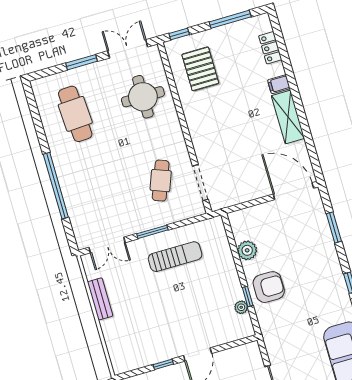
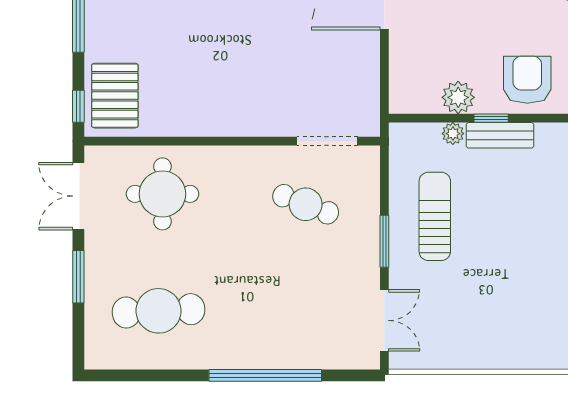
pallet: (200, 69) -> (115, 96), moved, turned 90
window: (248, 296) -> (491, 118), moved
bench: (100, 299) -> (500, 135), moved
plant: (241, 307) -> (453, 134), moved

